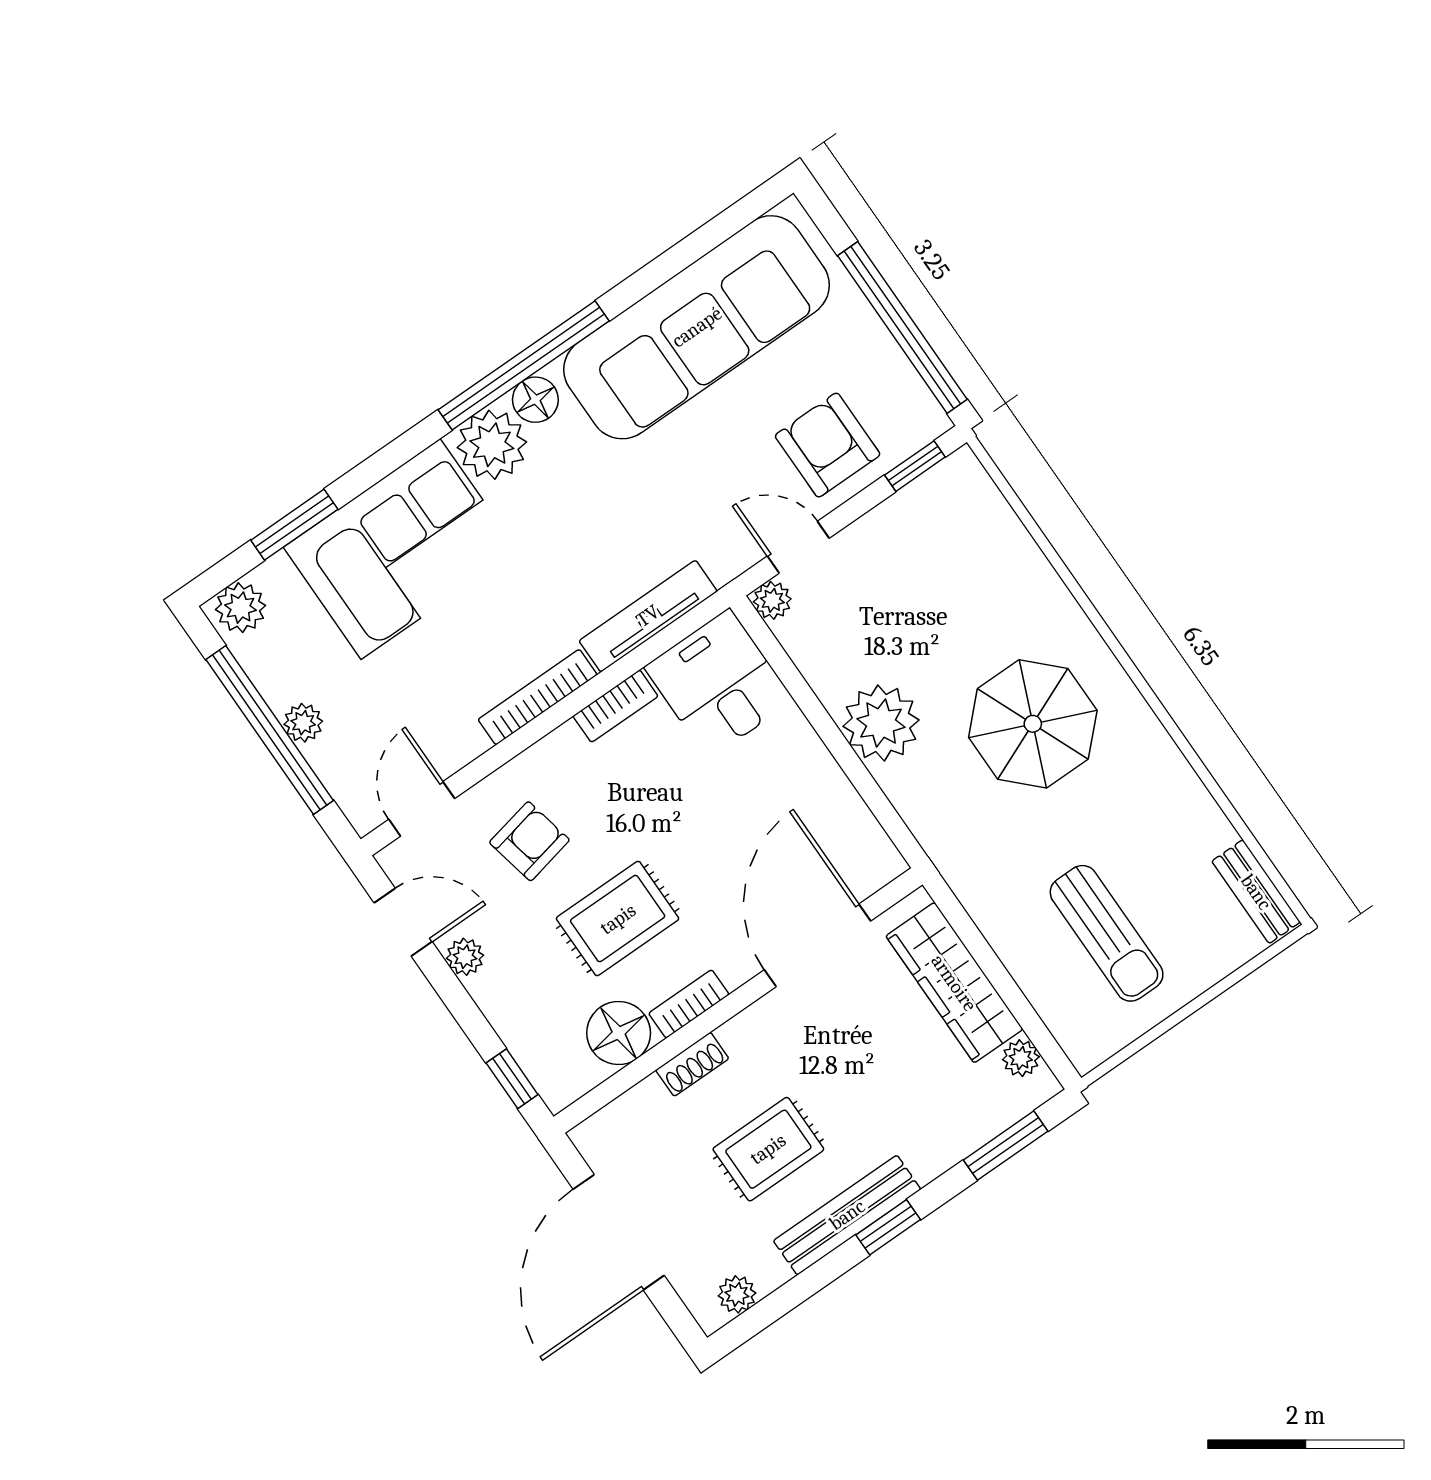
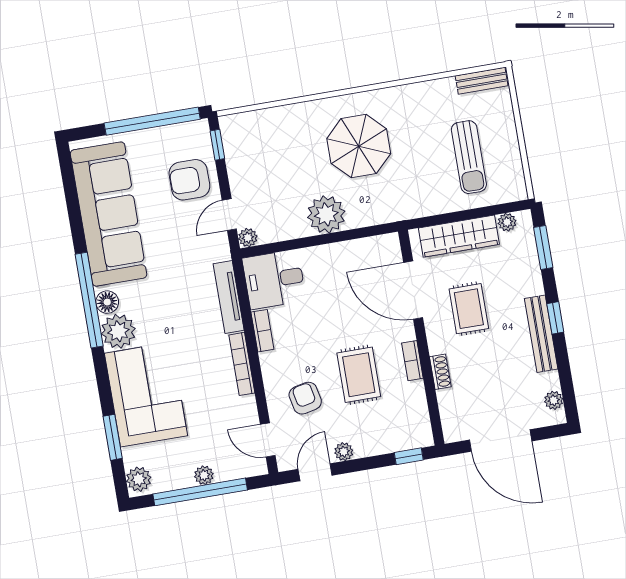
sun lounger: (1107, 933) -> (469, 157), turned 90
floor lamp: (619, 1033) -> (411, 398), removed
rug: (768, 1149) -> (469, 309), moved

